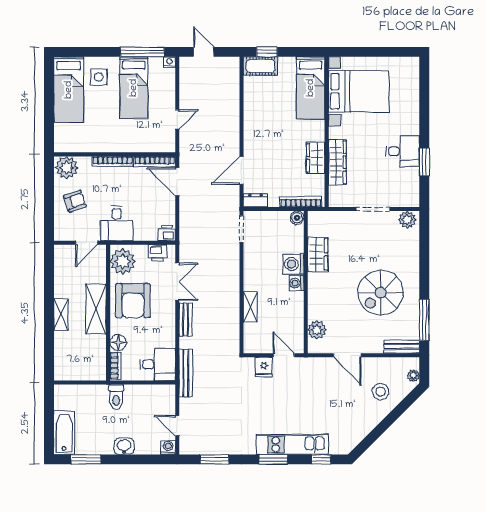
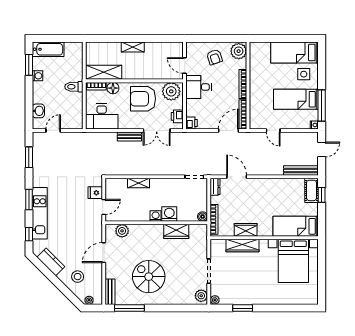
desk: (403, 151) -> (250, 293), removed
plant: (413, 201) -> (215, 300), added
shelving: (96, 309) -> (104, 72), moved
desk: (158, 364) -> (102, 116), width x1.37
bench: (186, 373) -> (301, 170), moved
kitchen counter: (360, 429) -> (51, 262), added
washbasin: (124, 446) -> (38, 111), moved
washing machine: (168, 447) -> (38, 76), moved

